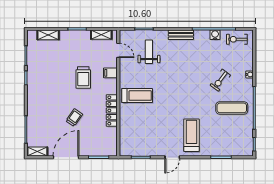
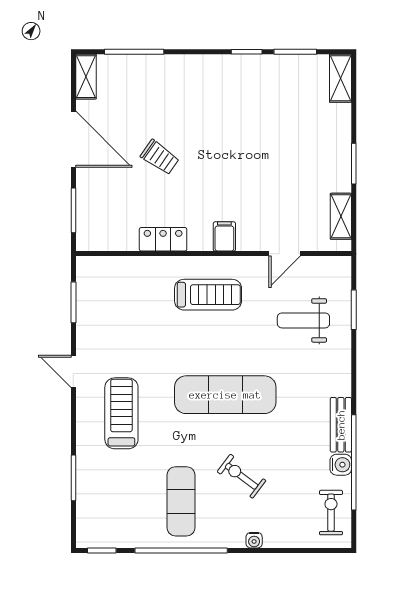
shelving: (48, 35) -> (340, 78), moved
bench: (181, 35) -> (341, 425), moved
door: (118, 50) -> (285, 254), moved
weight bench: (149, 52) -> (303, 320), turned 180
filing cabinet: (110, 73) -> (224, 236), moved
trolley: (83, 77) -> (247, 177), removed
exercise mat: (183, 88) -> (225, 395), added
treadmill: (137, 96) -> (208, 295), turned -90
locker: (112, 110) -> (163, 239), width x0.66
treadmill: (191, 135) -> (121, 413), turned -90

